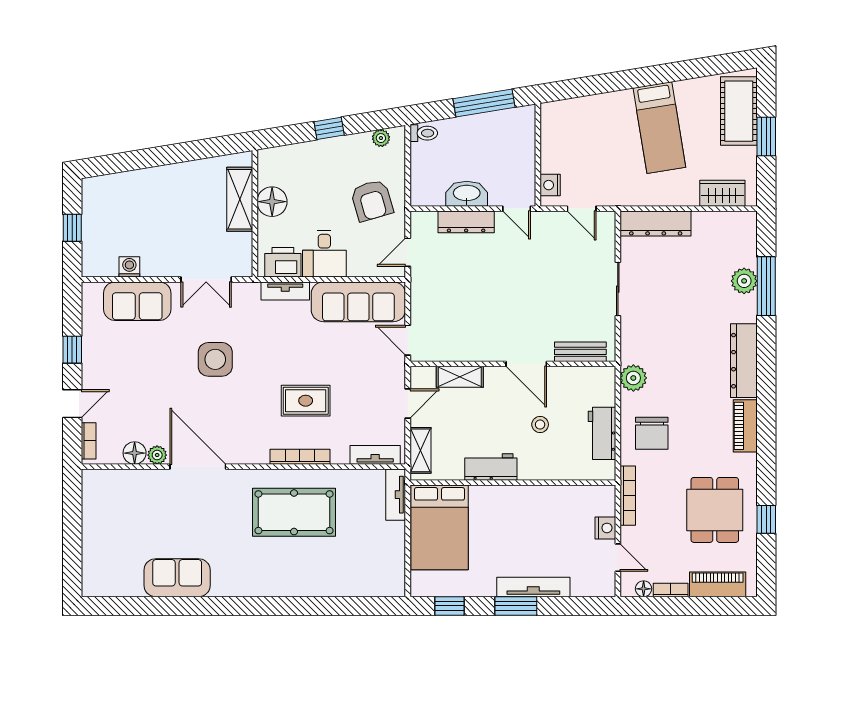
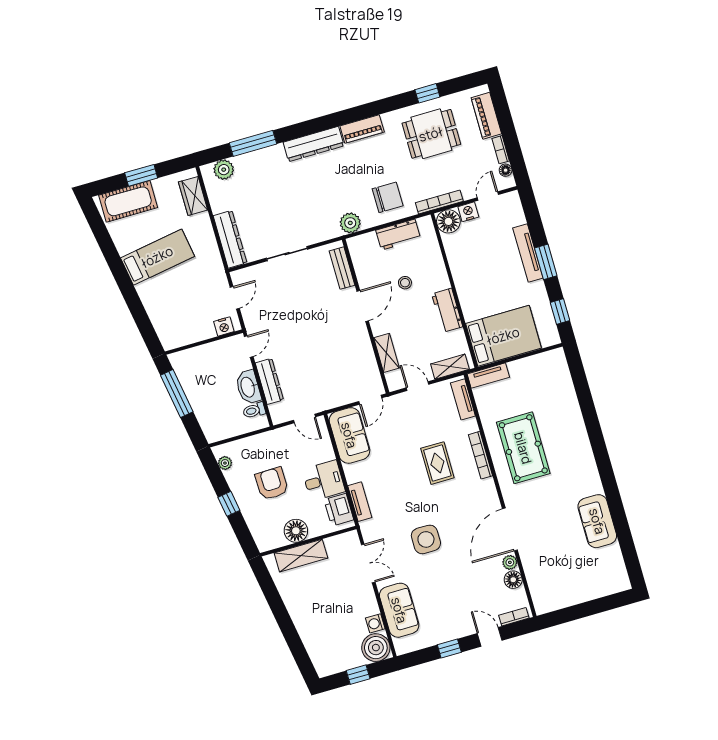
toilet: (424, 133) -> (254, 410), moved, turned -90
armchair: (372, 200) -> (272, 484), moved, turned -75
boiler: (99, 259) -> (376, 648), added
plant: (744, 281) -> (224, 170), moved
sofa: (358, 302) -> (349, 435), width x0.73
floor lamp: (600, 500) -> (448, 221), added

